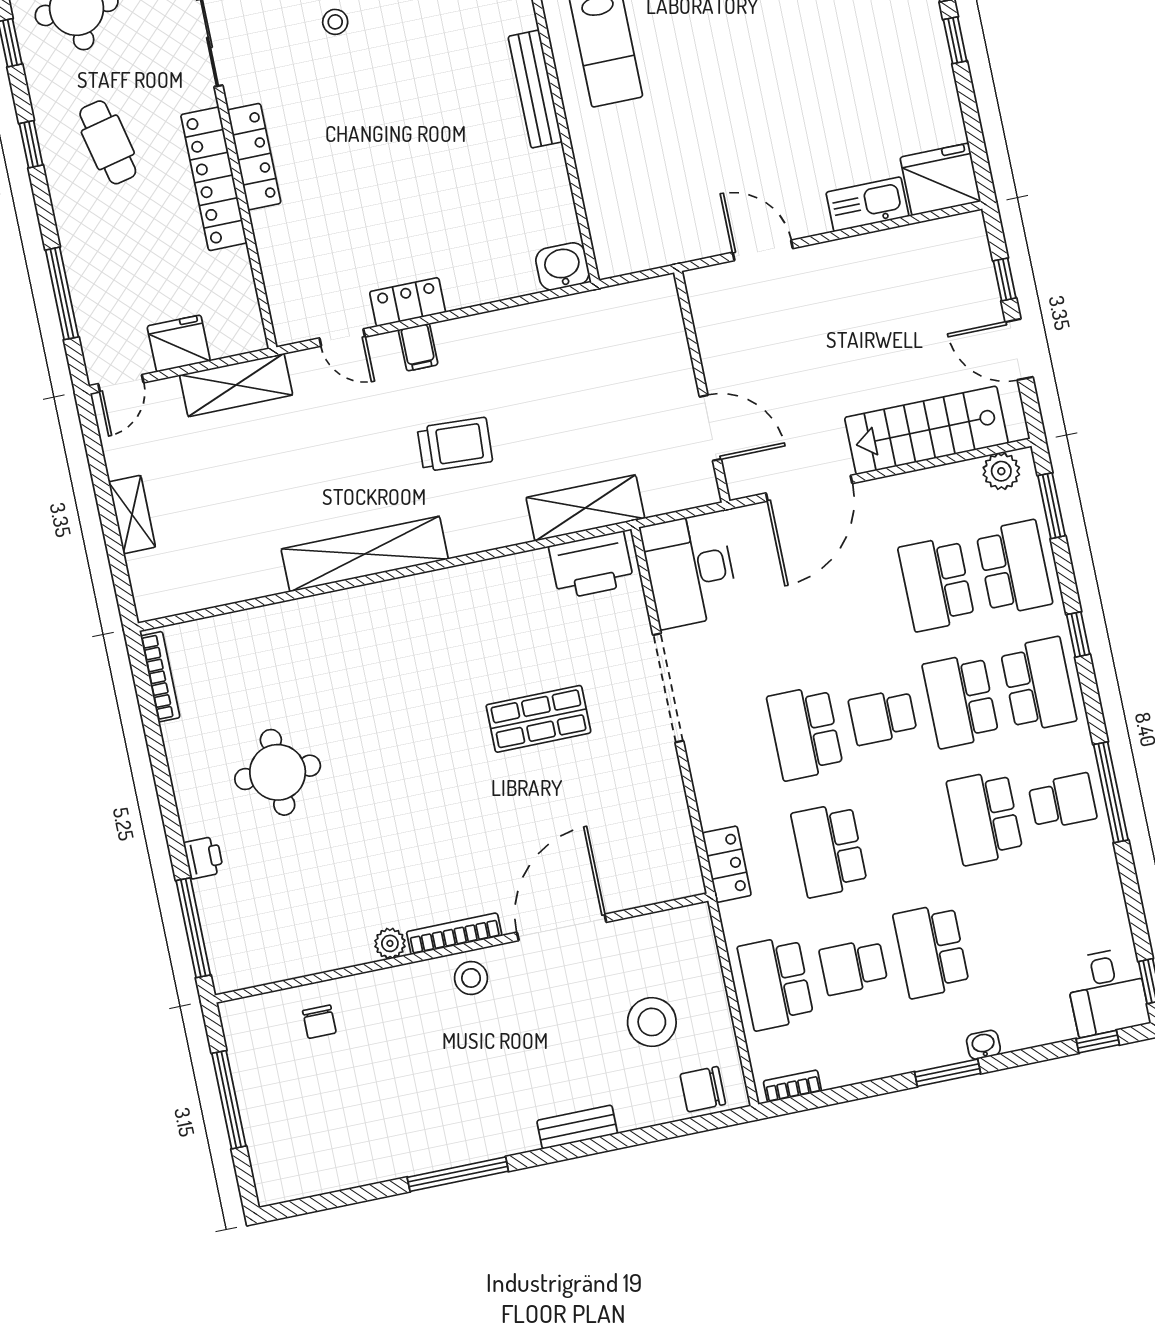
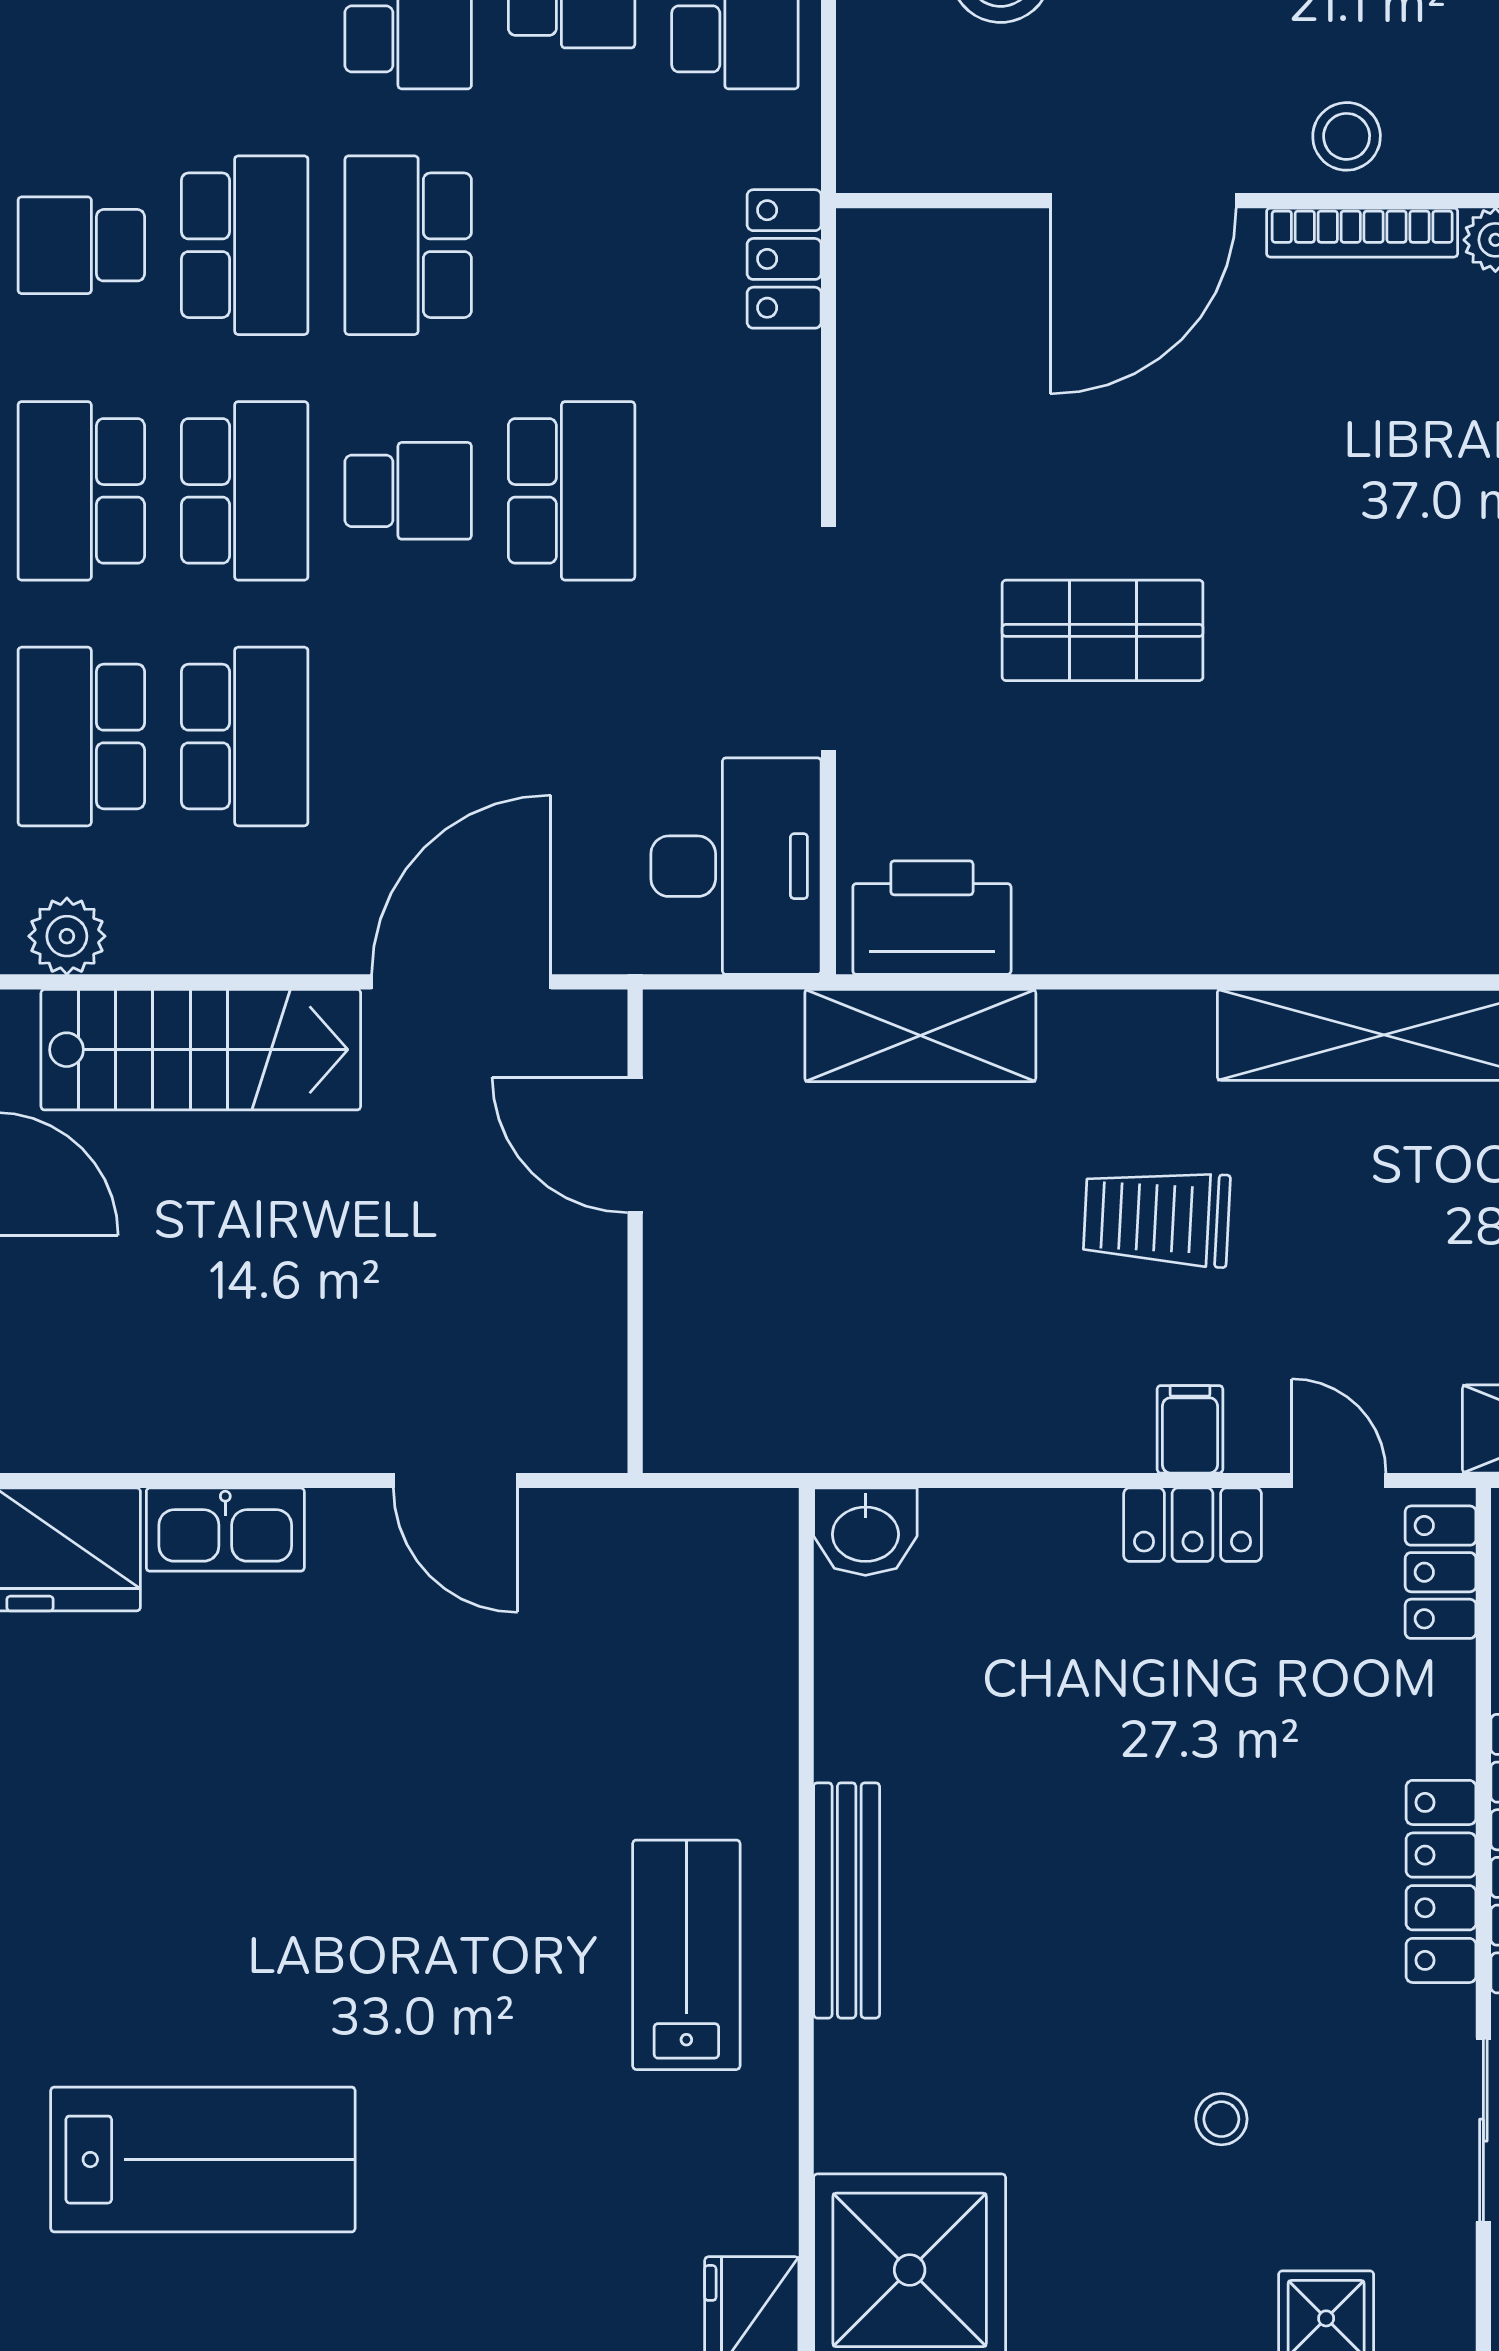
locker: (285, 304) -> (1441, 1572), added
school desk: (829, 850) -> (408, 245), moved, turned 180

